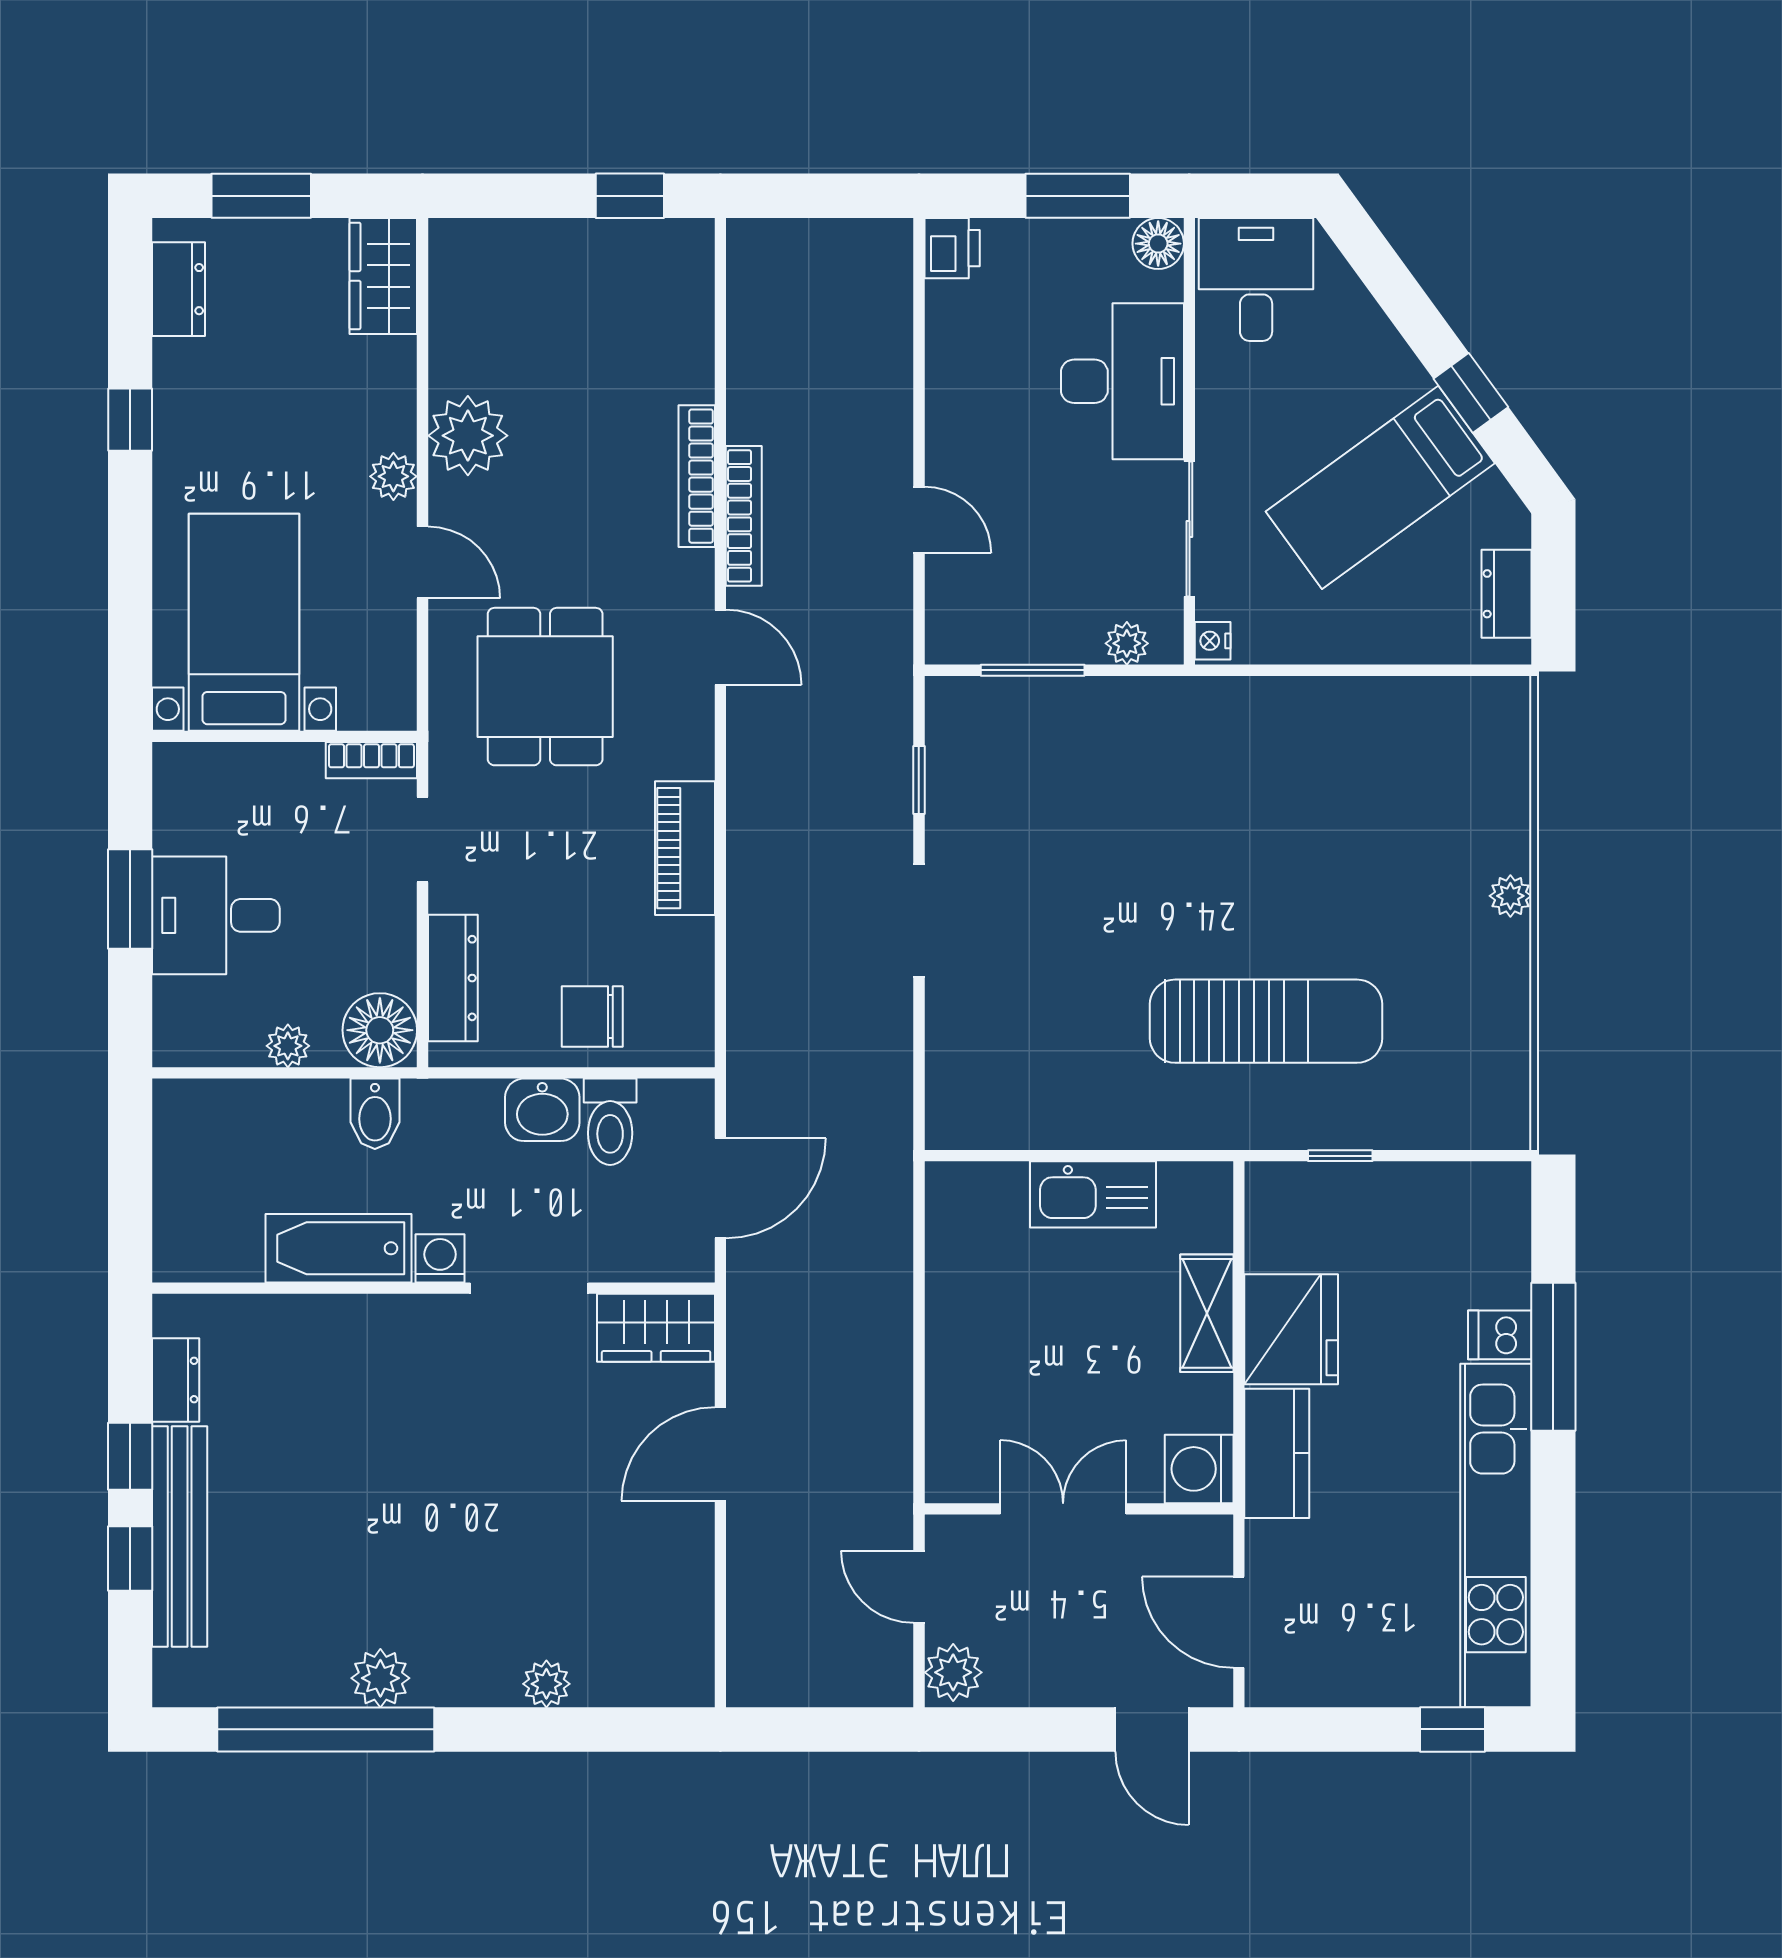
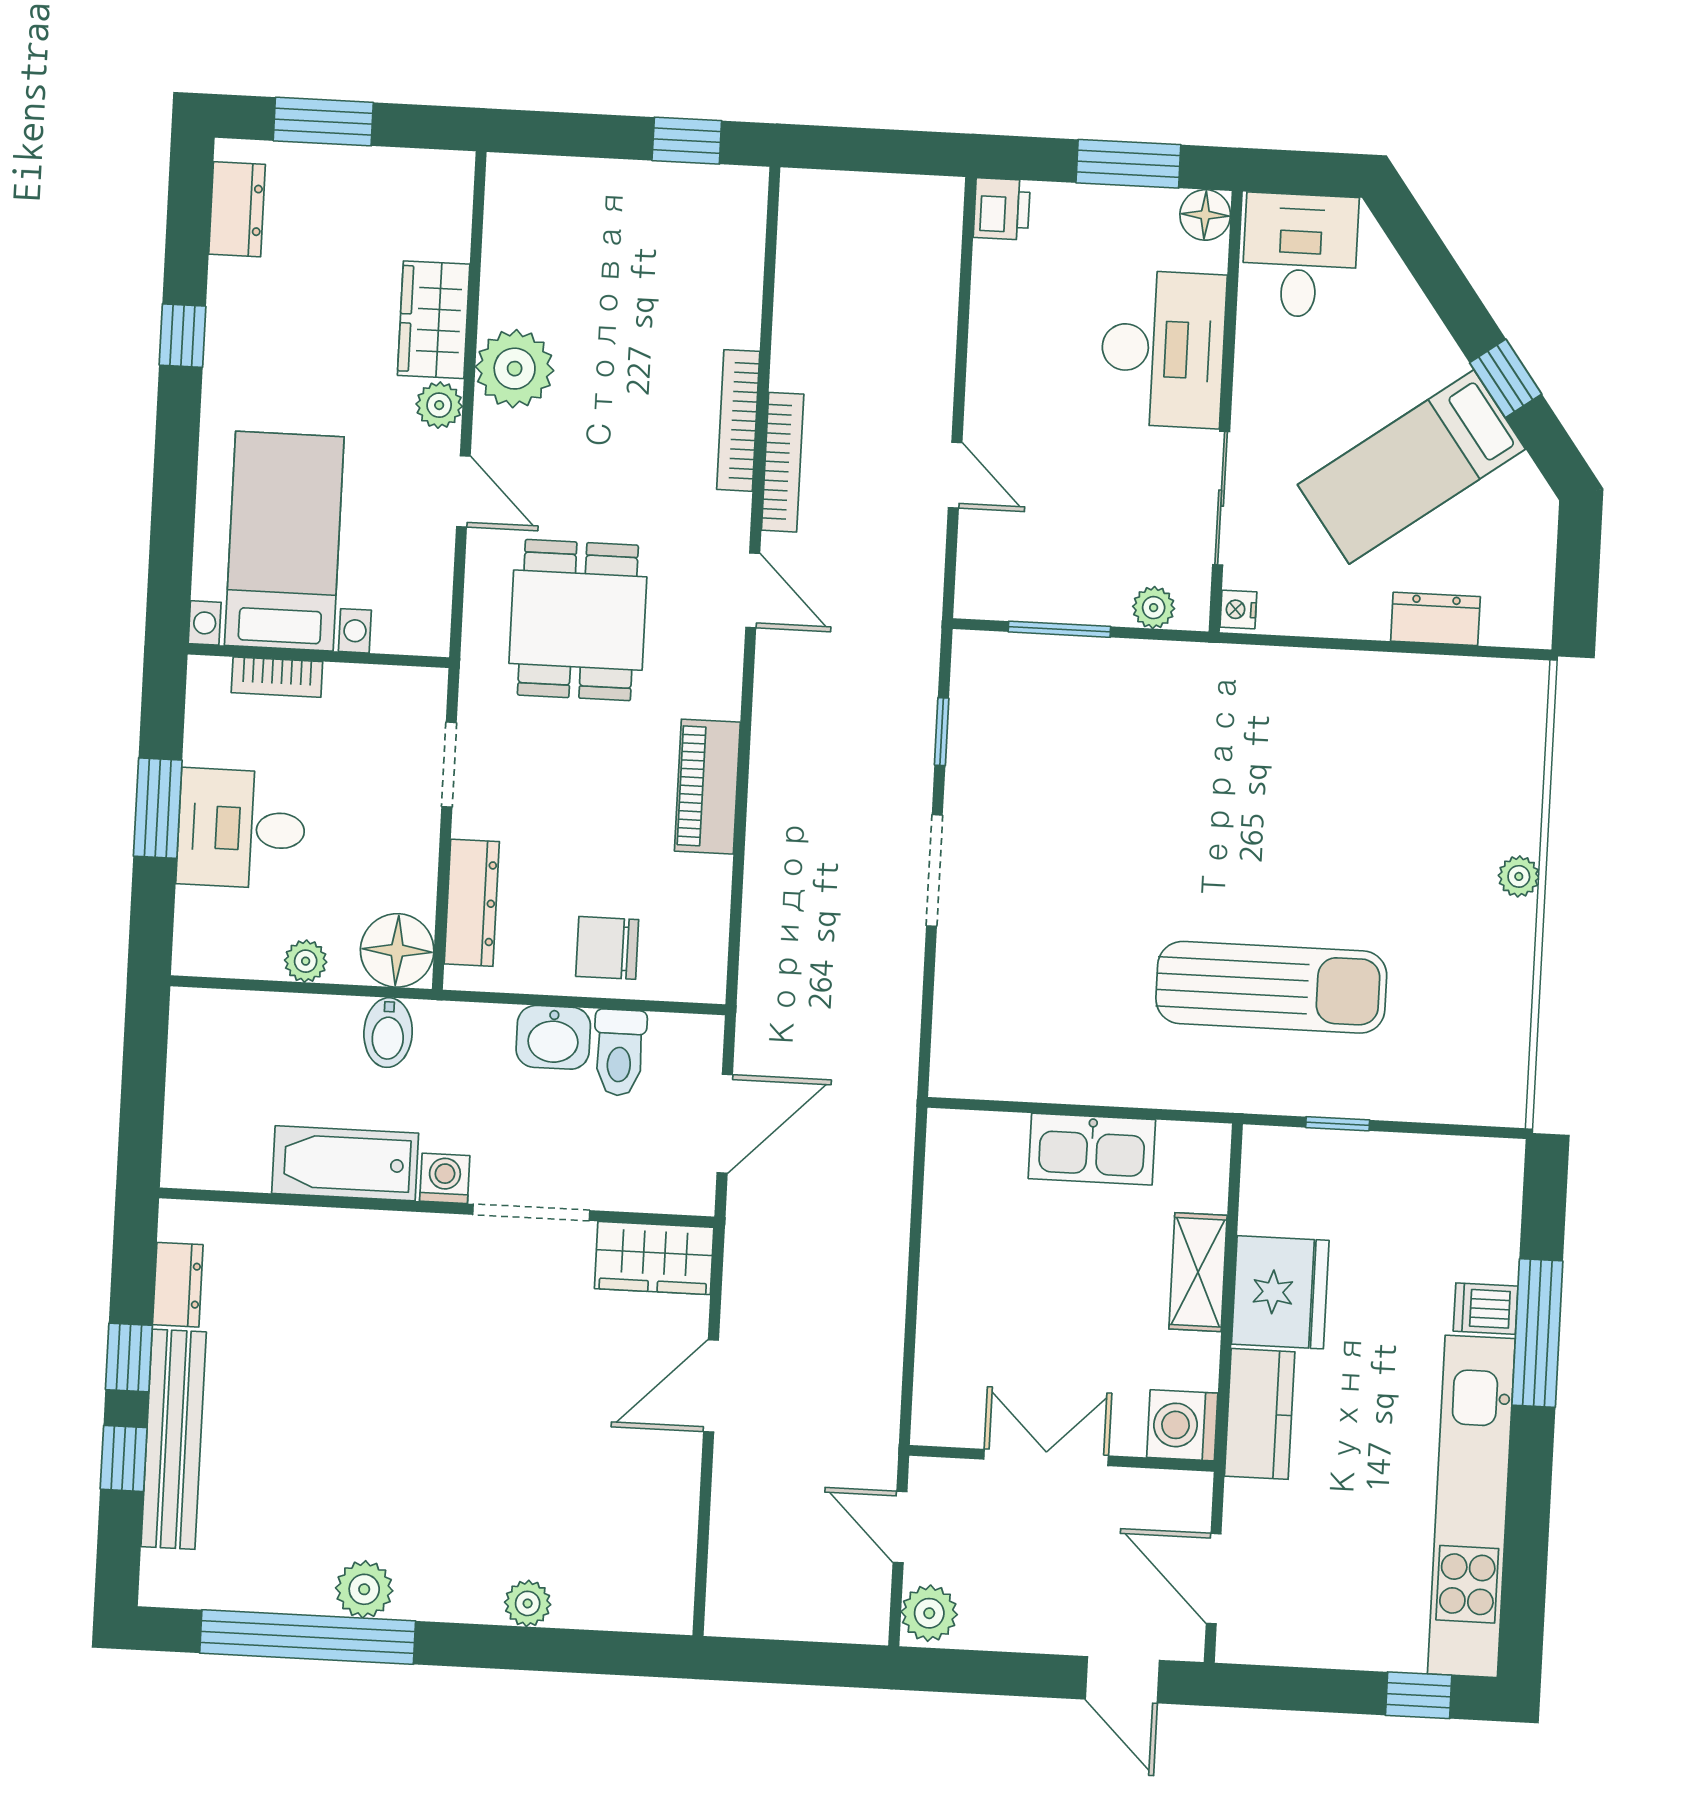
wardrobe: (383, 276) -> (434, 320), moved
dresser: (1507, 594) -> (1435, 619), moved, turned 90
bookcase: (371, 760) -> (277, 677), moved

